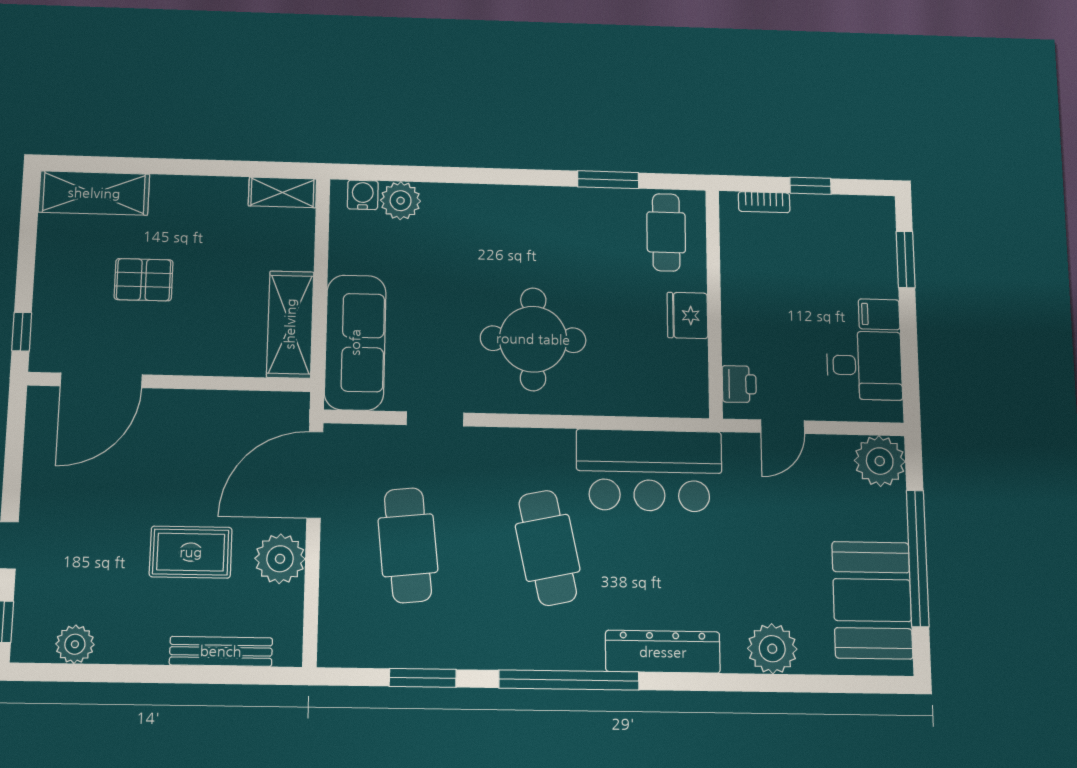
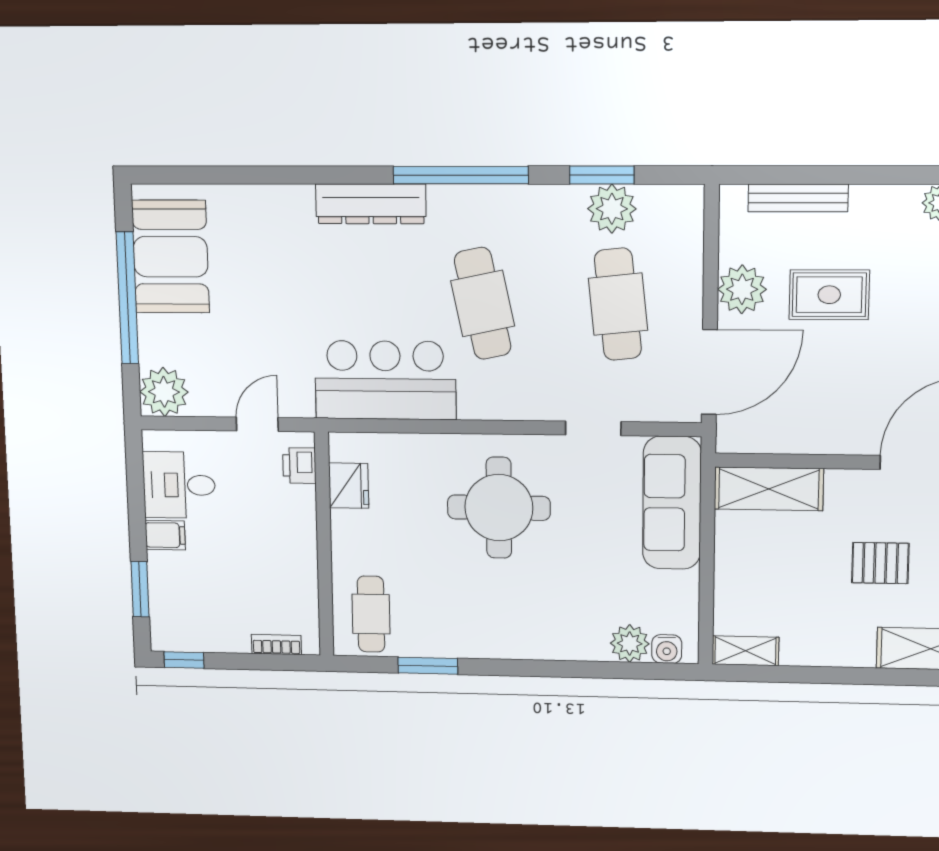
window: (810, 186) -> (184, 660), moved
fridge: (687, 315) -> (349, 486), moved
shelving: (290, 324) -> (769, 489), moved, turned 90
plant: (772, 649) -> (612, 209), moved

